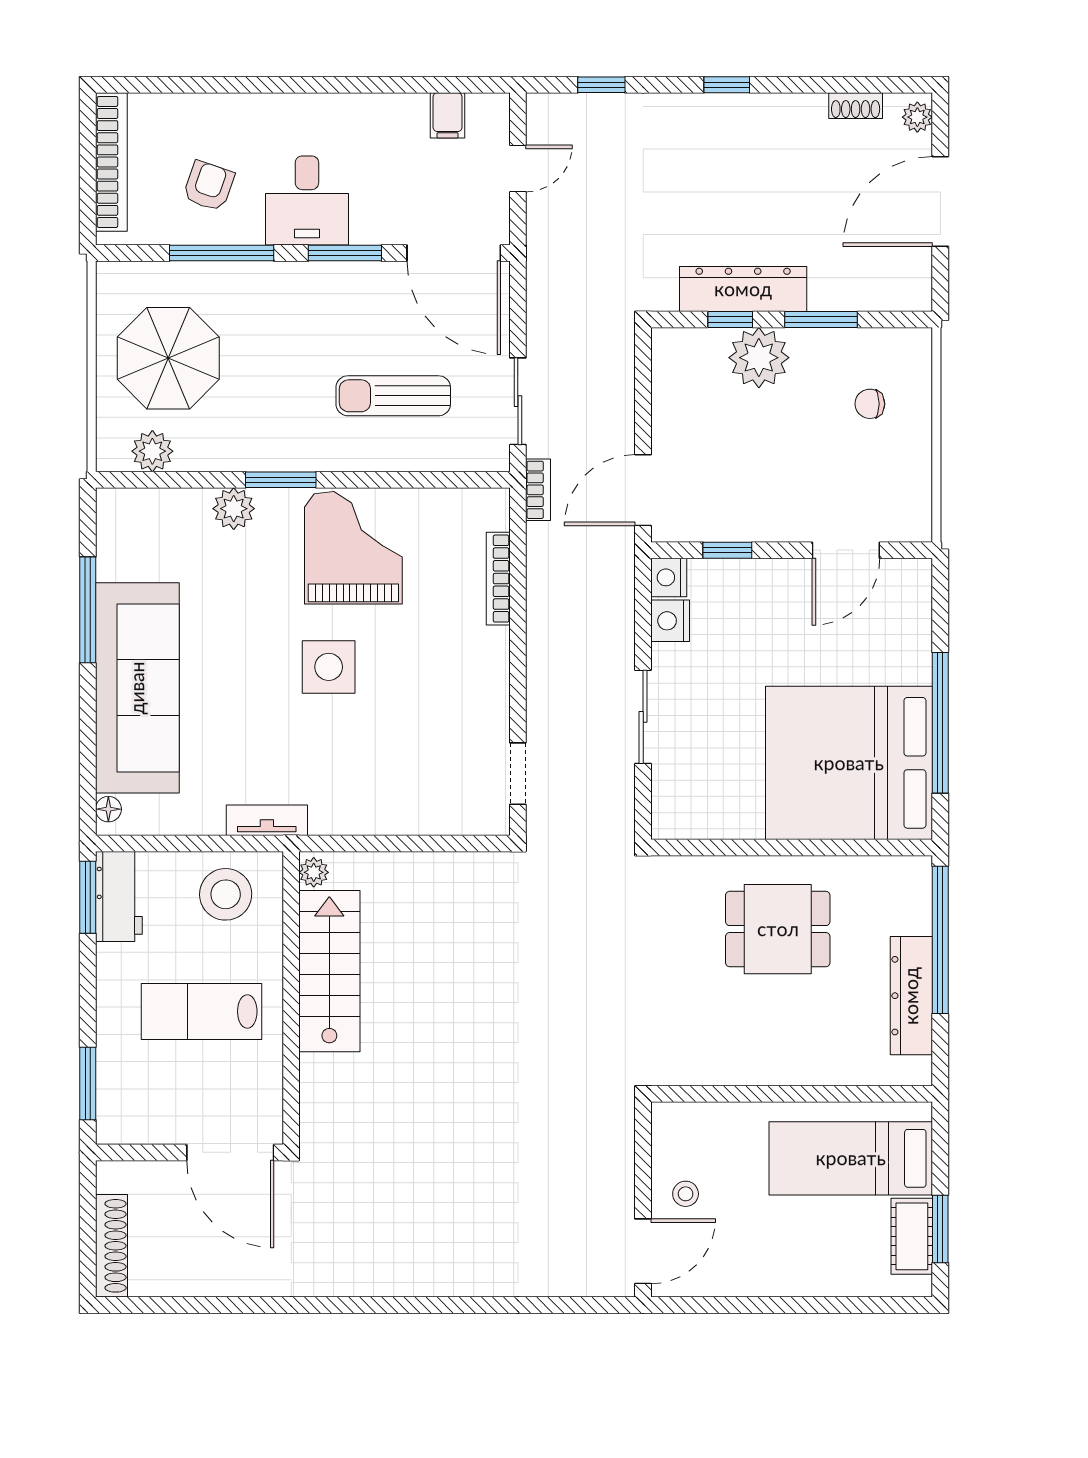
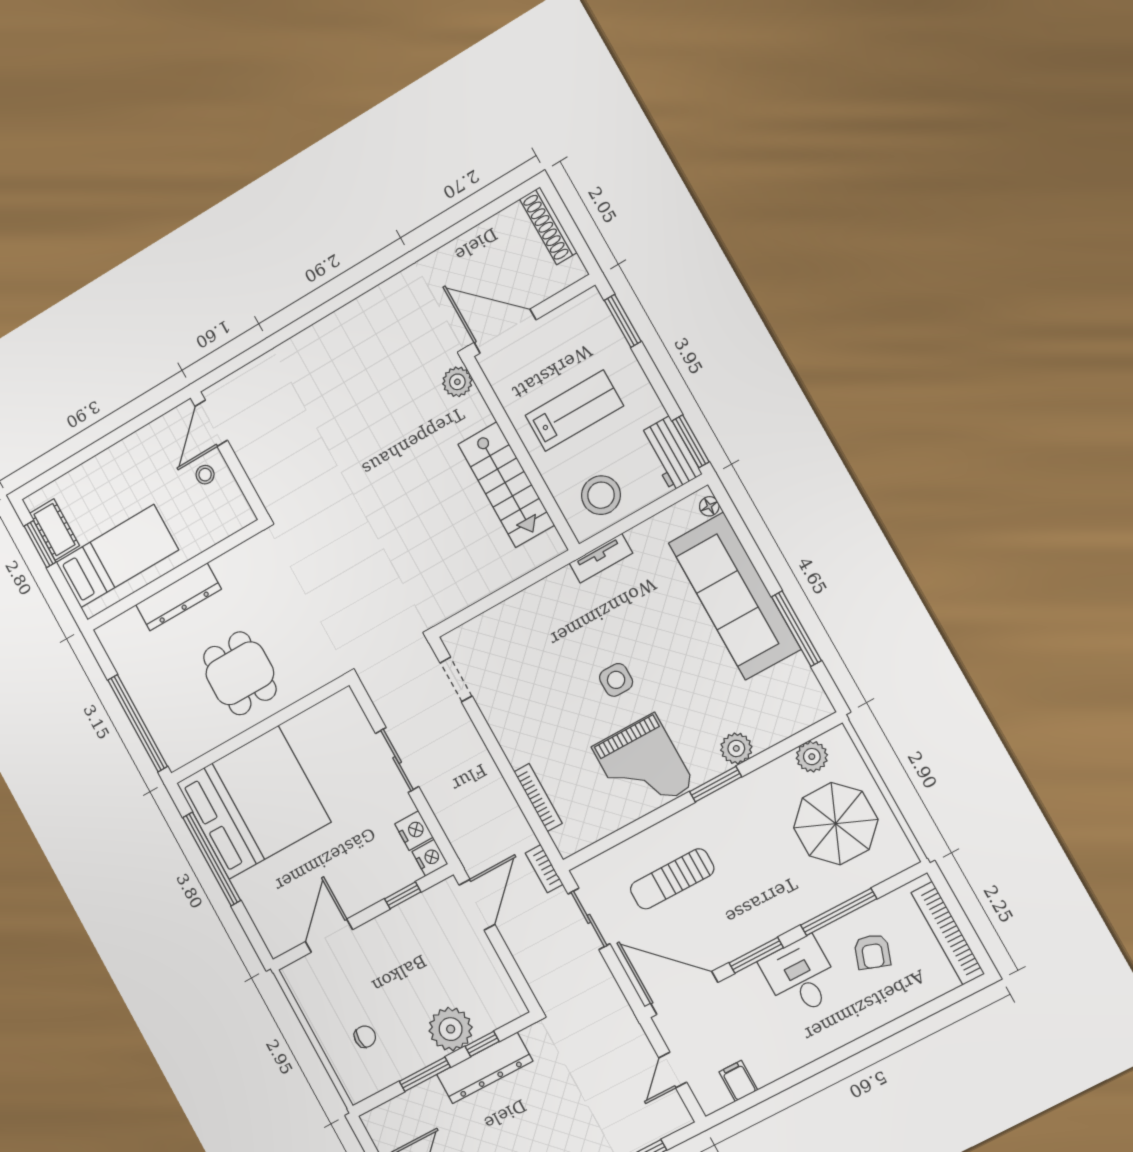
sun lounger: (393, 396) -> (672, 879), turned 180
side table: (329, 667) -> (616, 680), width x0.73, depth x0.73
plant: (314, 872) -> (457, 382), moved, width x1.38, depth x1.38
dining table: (778, 929) -> (240, 673), turned 90
dresser: (911, 996) -> (178, 597), moved, turned 90

